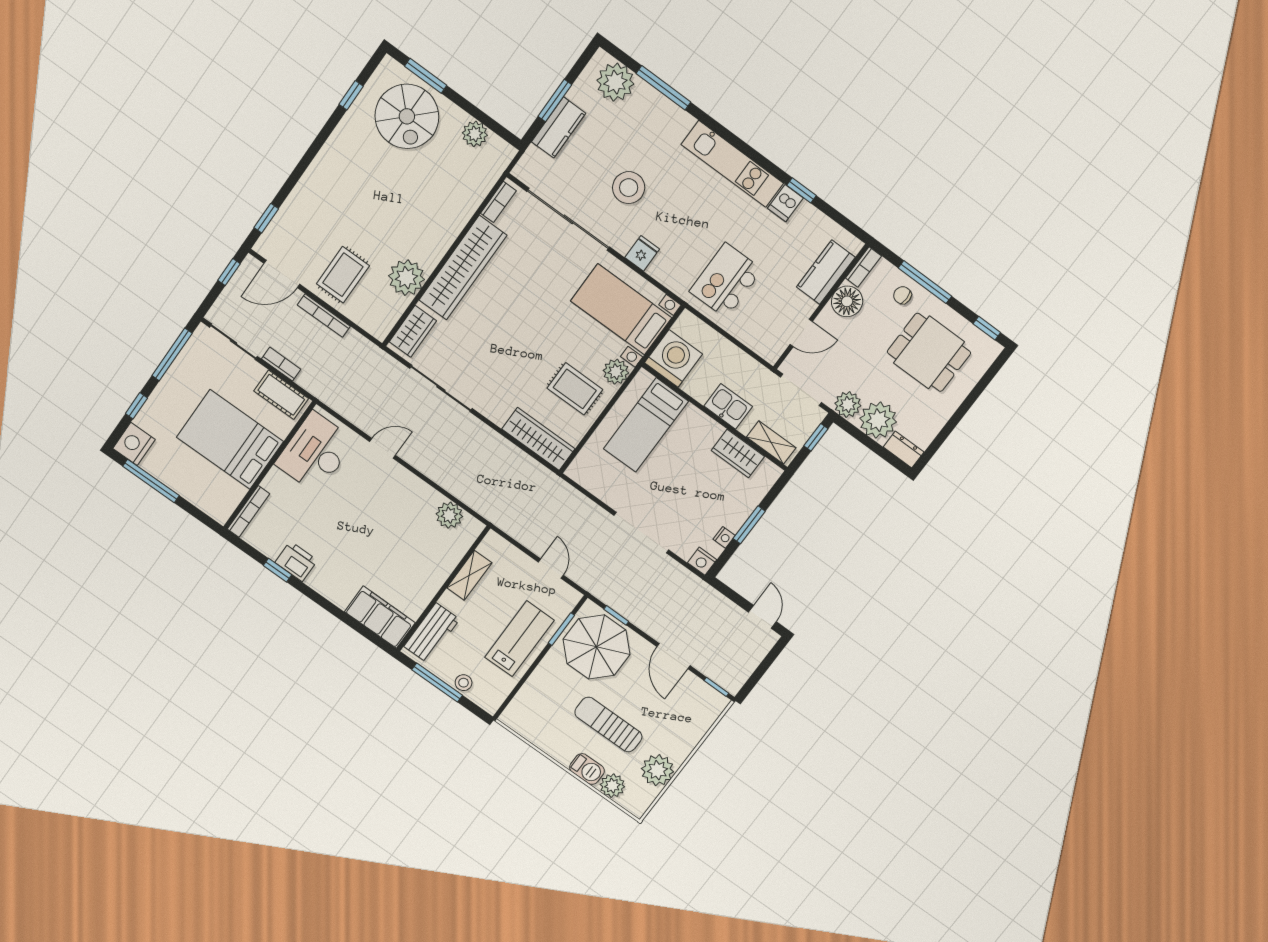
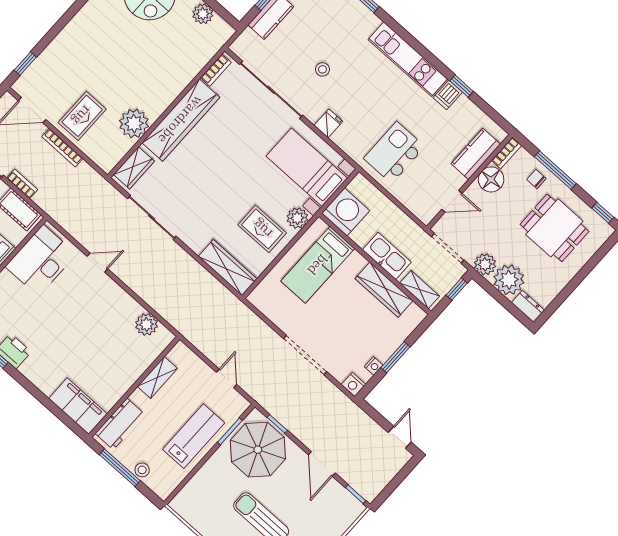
stool: (629, 188) -> (322, 69), width x0.53, depth x0.53
kitchen sink: (728, 406) -> (387, 256), width x1.38
wardrobe: (738, 453) -> (384, 290), width x1.50

